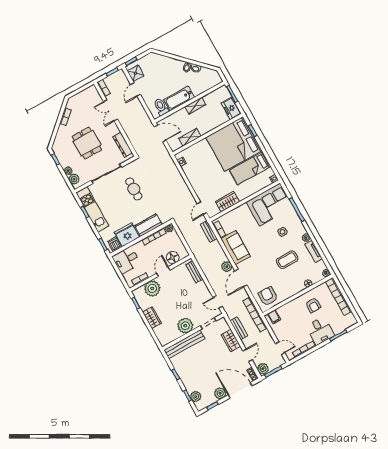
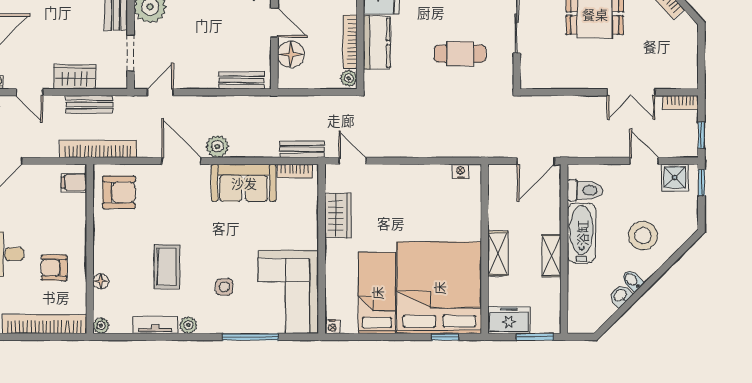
stool: (166, 73) -> (643, 236), added
double door: (111, 110) -> (631, 92), swing flipped
shelving: (190, 137) -> (498, 253), moved
dresser: (123, 145) -> (554, 79), removed

